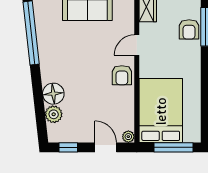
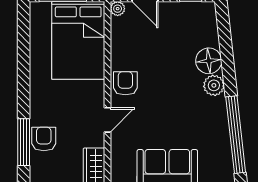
plant: (54, 114) -> (214, 85), moved

